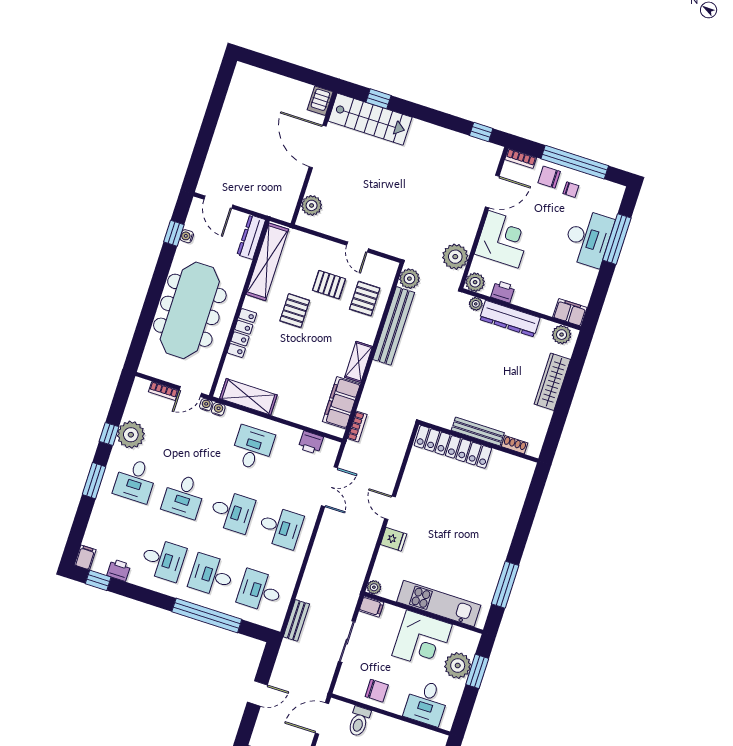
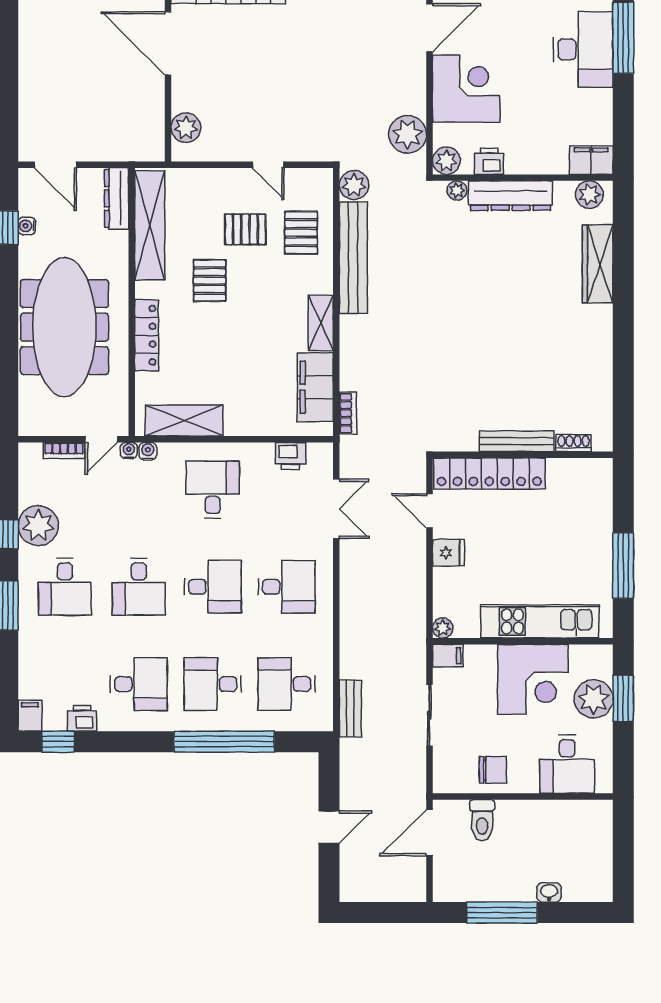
bench: (478, 432) -> (517, 441), moved
wall: (479, 442) -> (523, 455), moved
shoe rack: (514, 445) -> (574, 443), moved
locker: (453, 447) -> (489, 474), moved

